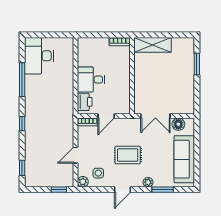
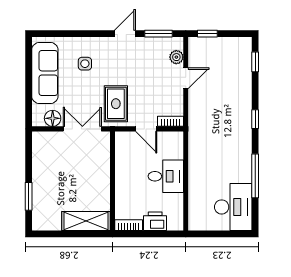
printer: (85, 102) -> (155, 221), moved, turned 90
door: (106, 116) -> (146, 129), swing flipped
rug: (128, 155) -> (116, 104), moved, turned 90
side table: (98, 173) -> (85, 64), moved
plant: (83, 182) -> (176, 57), moved
plant: (148, 182) -> (92, 43), removed
window: (163, 190) -> (158, 34), moved

